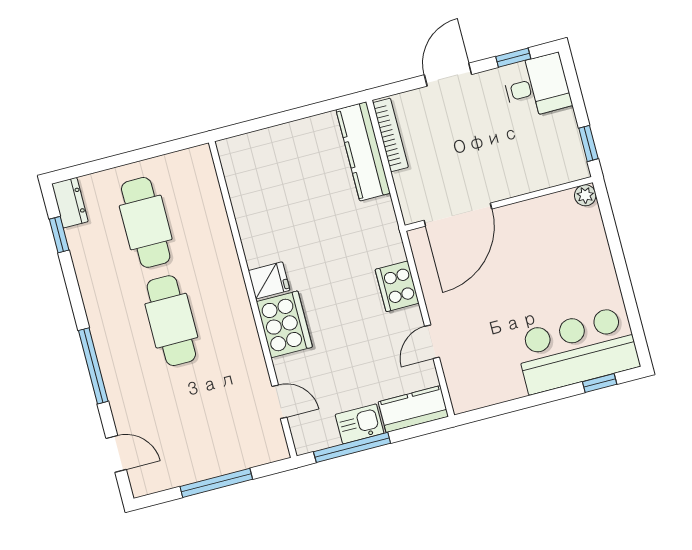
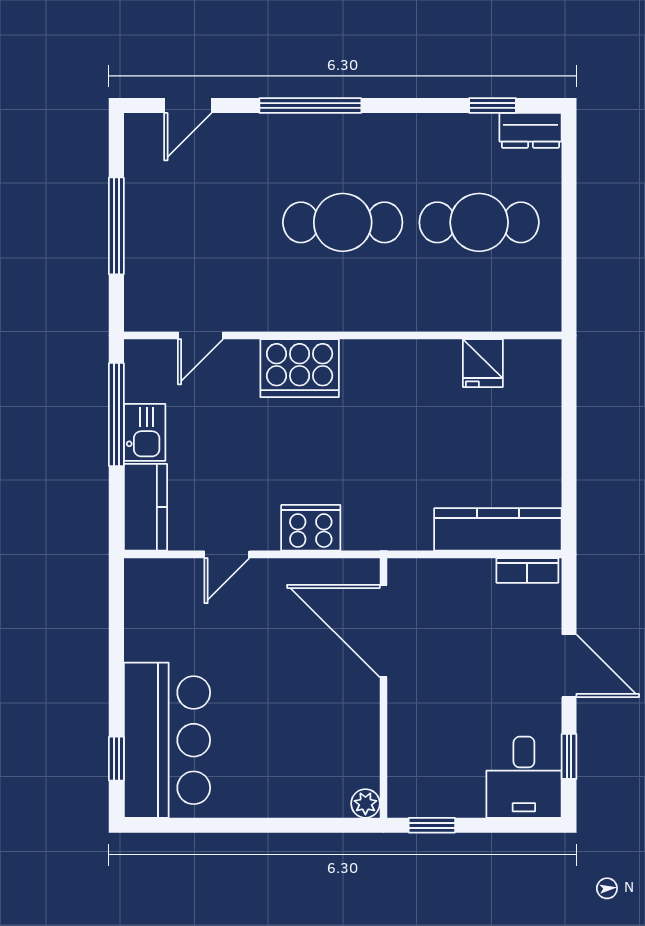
bookcase: (390, 135) -> (527, 570), width x0.64
fridge: (269, 280) -> (483, 363), moved
door: (432, 342) -> (227, 554), swing flipped

